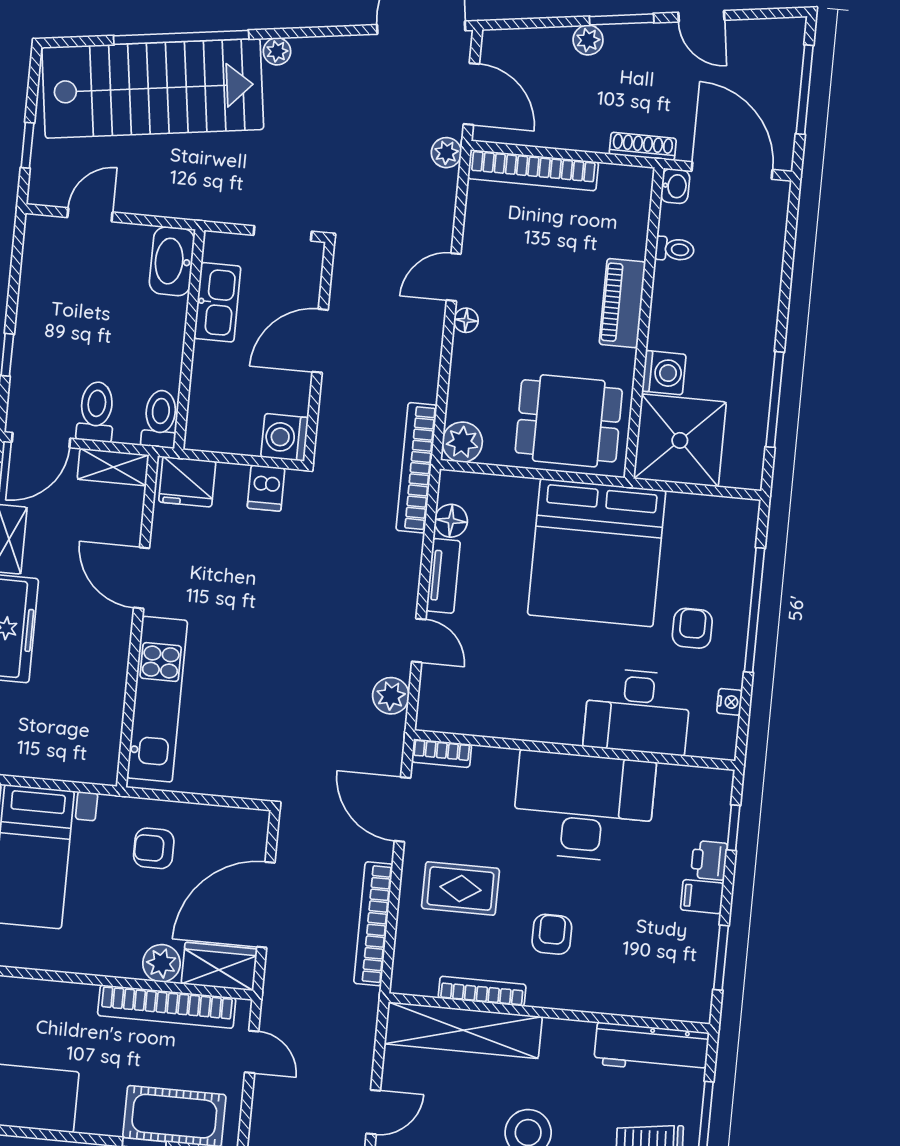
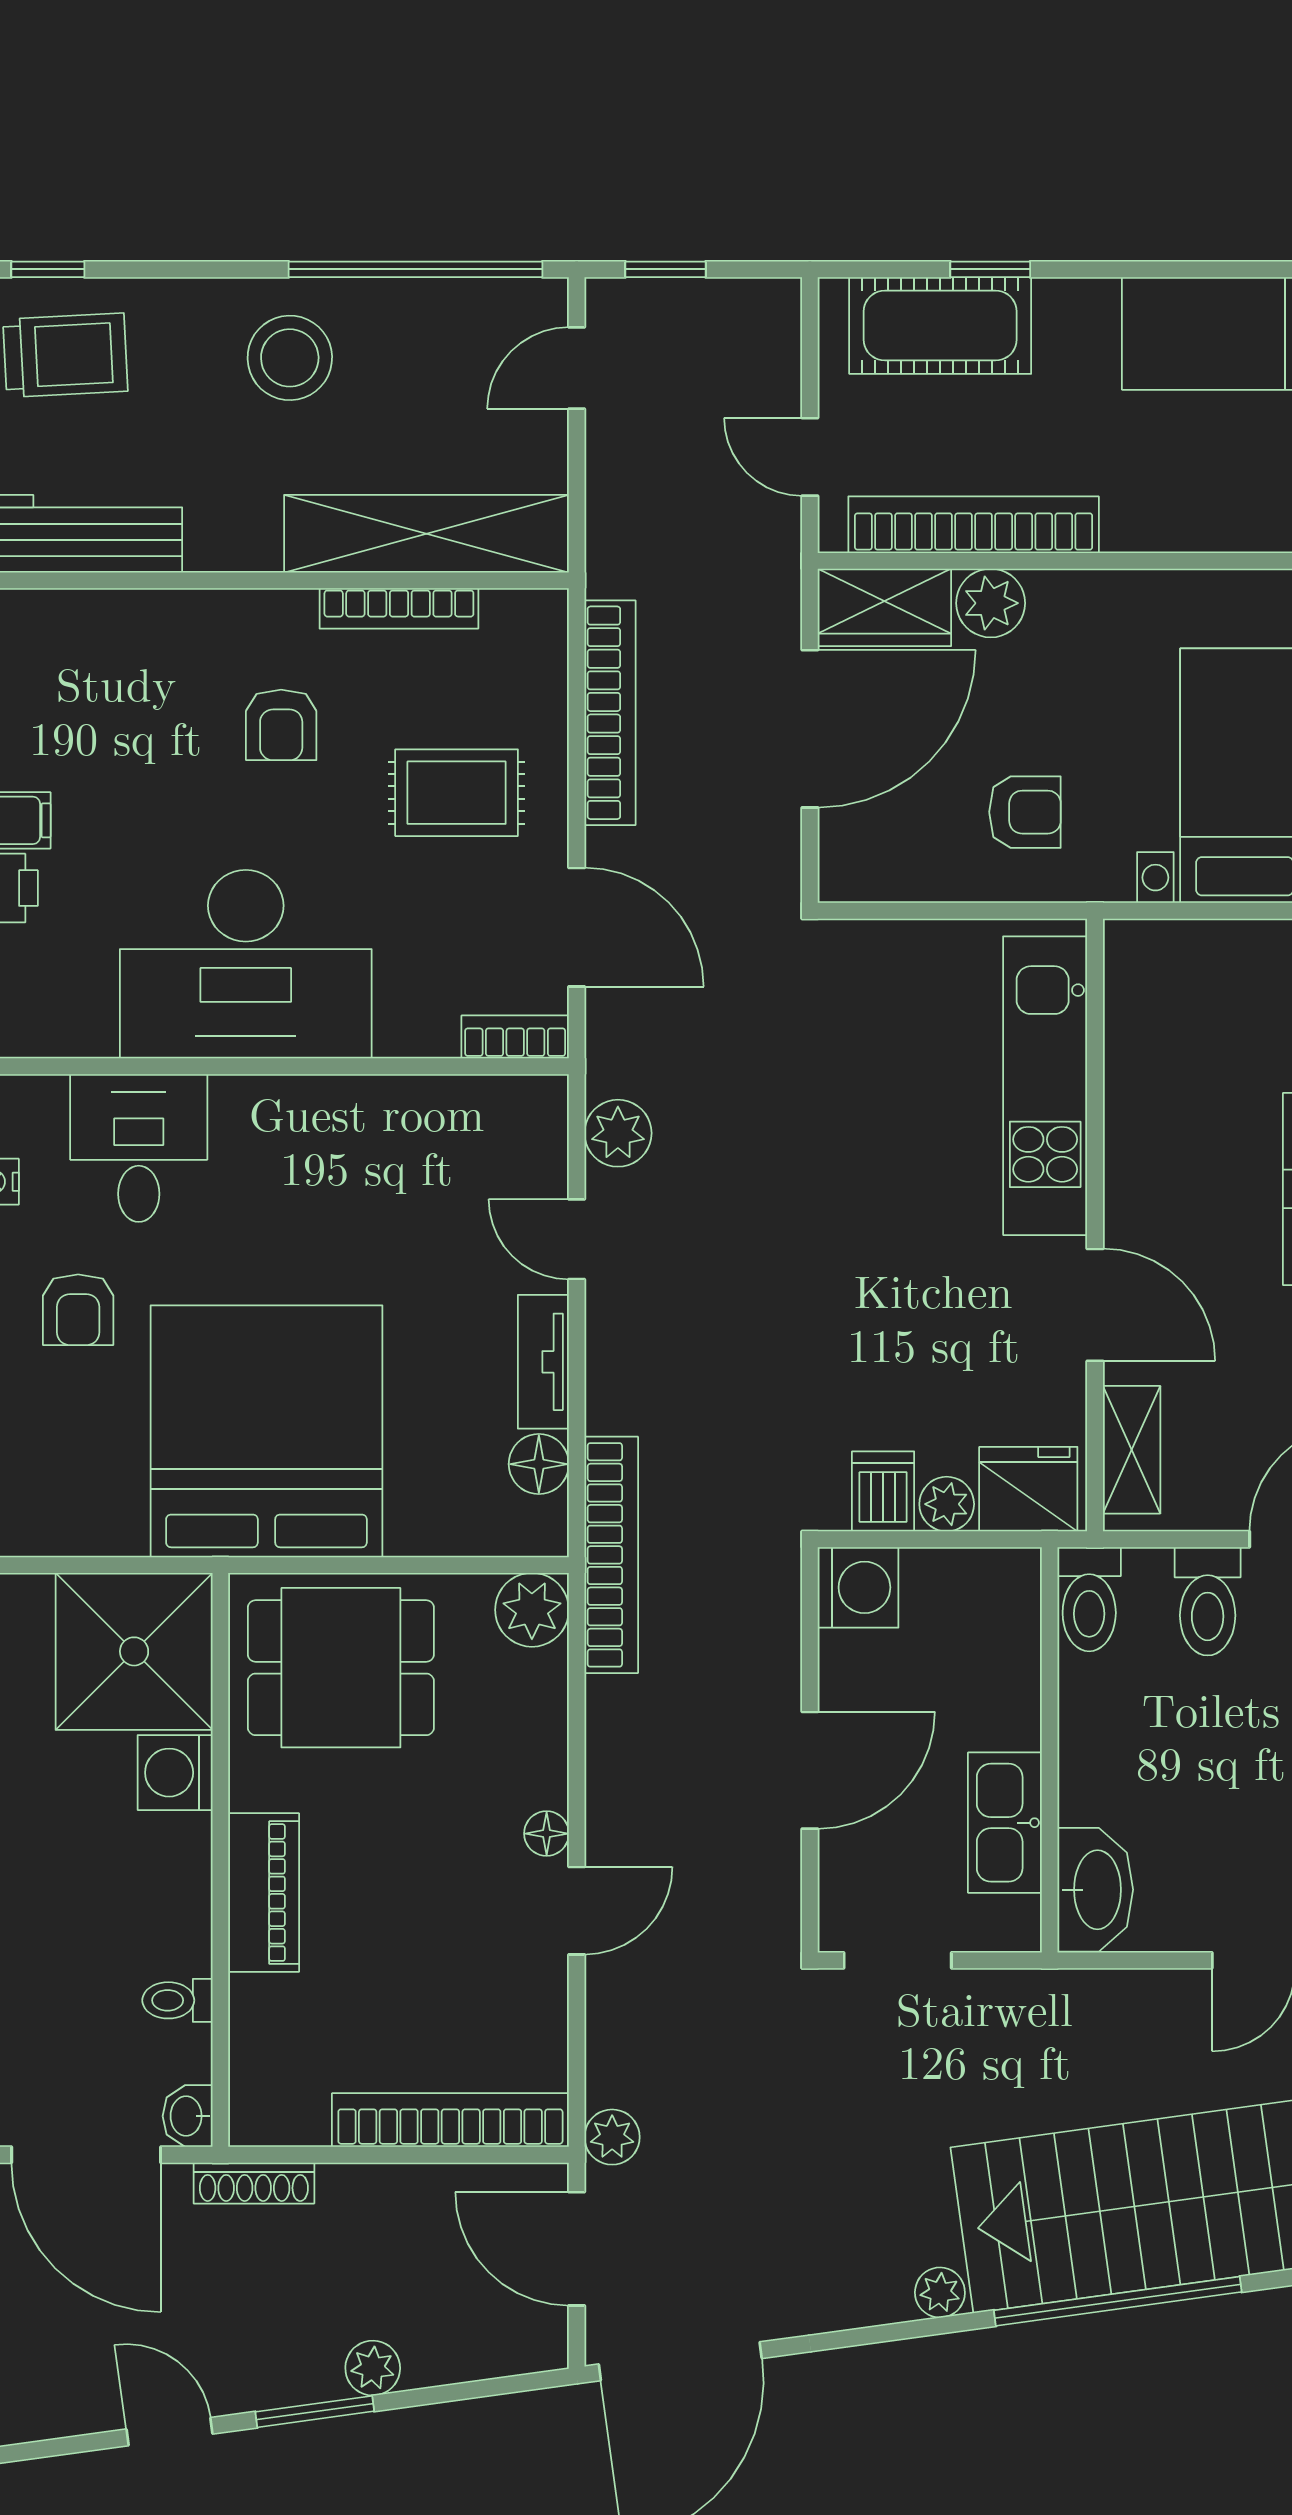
shelving: (113, 467) -> (1132, 1450), moved, turned 90
plant: (232, 478) -> (947, 1504), added
desk: (637, 711) -> (139, 1148), width x0.73

